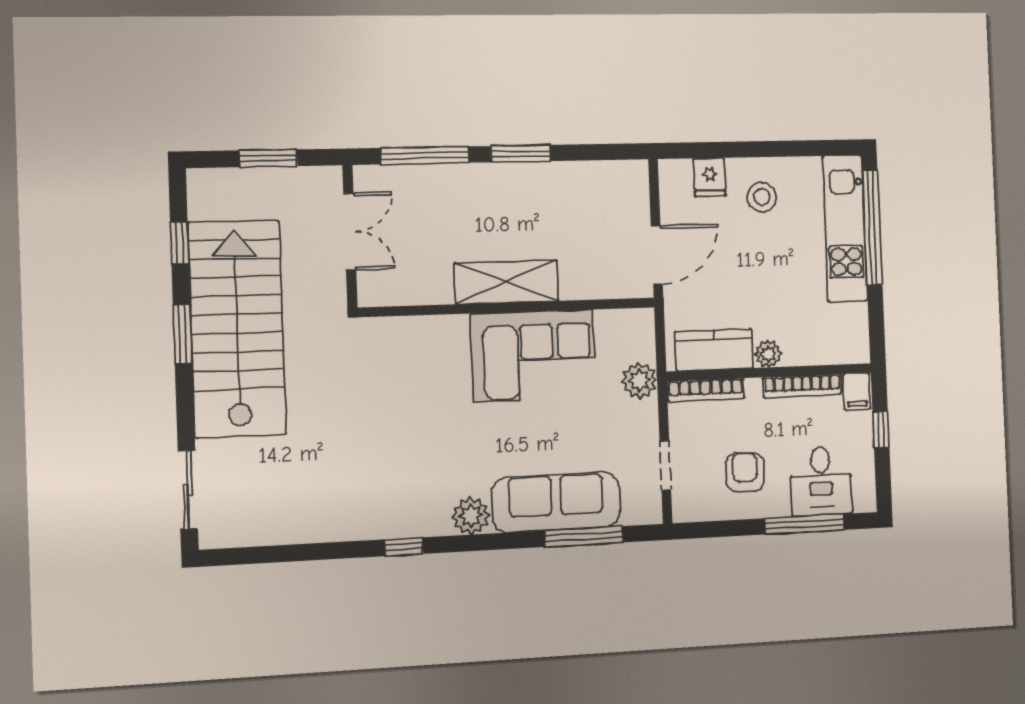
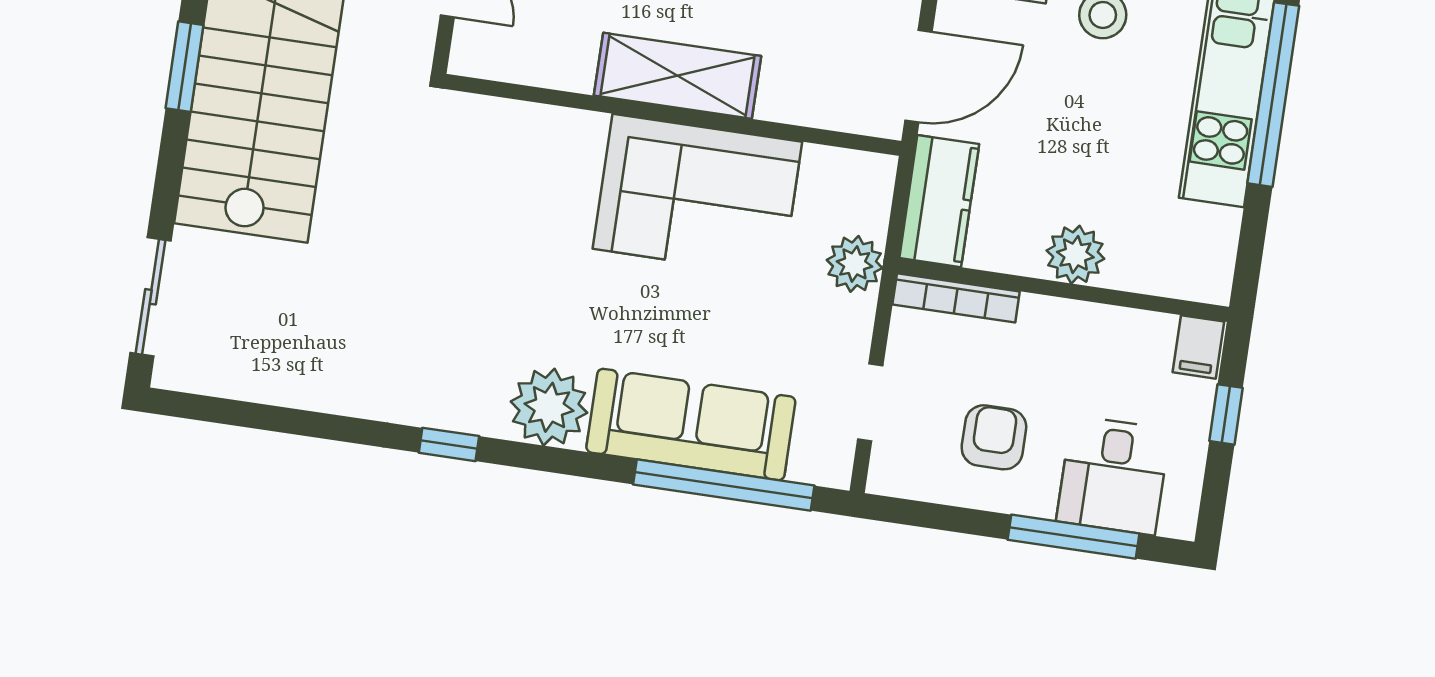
kitchen counter: (714, 350) -> (939, 201), moved, turned 90
plant: (768, 354) -> (1075, 255), width x1.38, depth x1.38
bookcase: (802, 386) -> (1111, 321), removed
plant: (471, 516) -> (549, 407), width x1.36, depth x1.36
window: (584, 537) -> (724, 485), width x1.46

